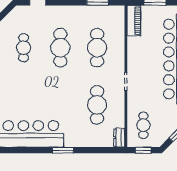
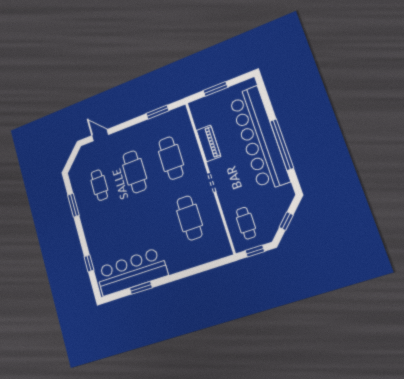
piano: (134, 21) -> (209, 143), moved
dresser: (119, 138) -> (224, 246), removed
window: (63, 150) -> (141, 288), moved

